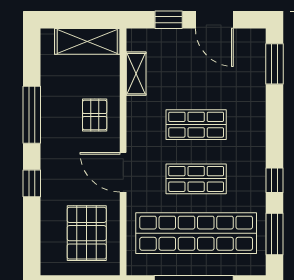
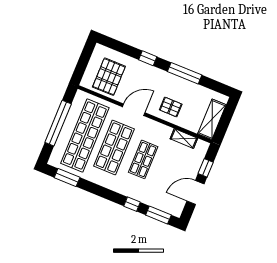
shop shelf: (196, 179) -> (114, 148), width x1.43, depth x1.36
window: (275, 180) -> (132, 204), moved
pallet: (87, 233) -> (109, 77), turned 90

